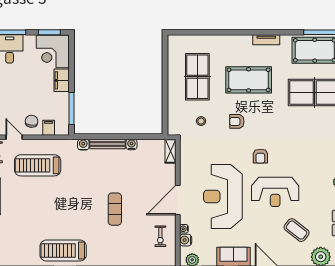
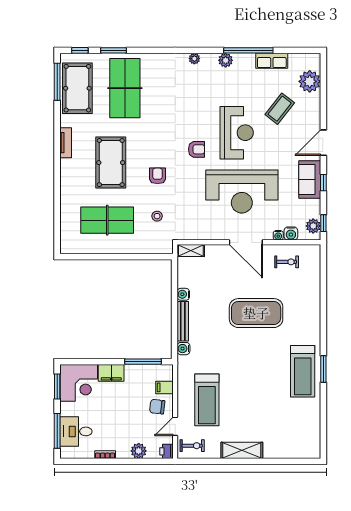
armchair: (237, 121) -> (158, 176), turned 180
exercise mat: (115, 209) -> (256, 313), width x2.00, depth x1.45

